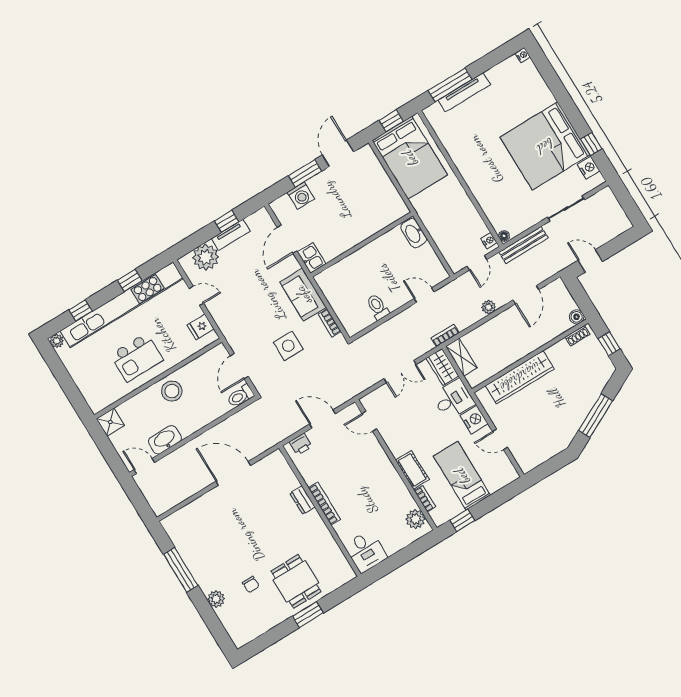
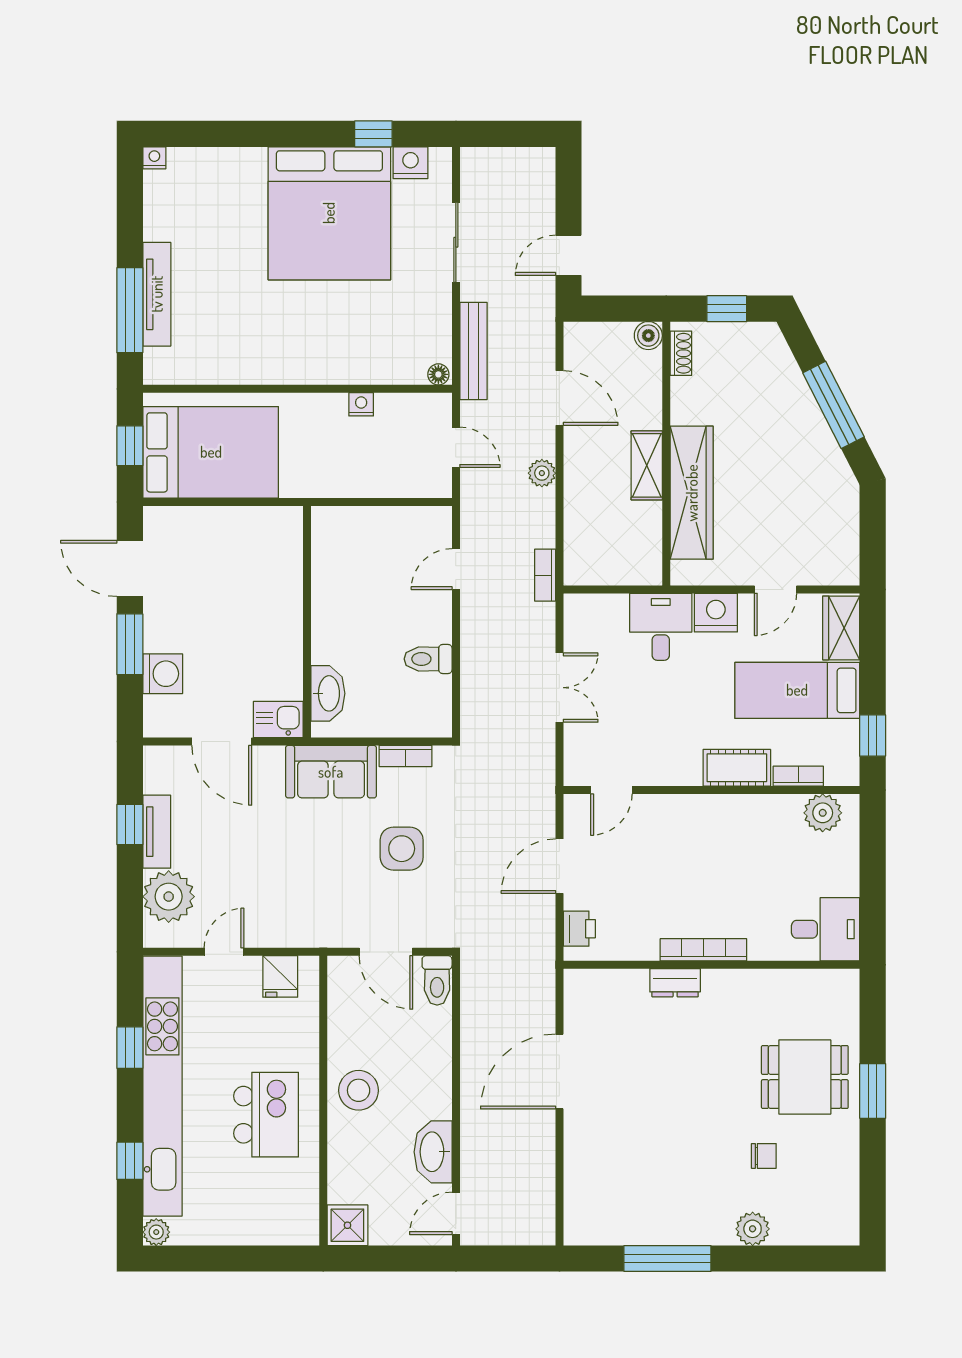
washbasin: (414, 233) -> (328, 693), moved, turned -90
nightstand: (489, 241) -> (361, 404), moved
shelving: (461, 357) -> (647, 465), moved, turned 90
wardrobe: (442, 367) -> (841, 628), moved, turned 90

